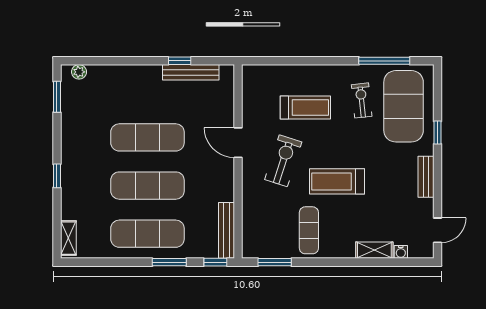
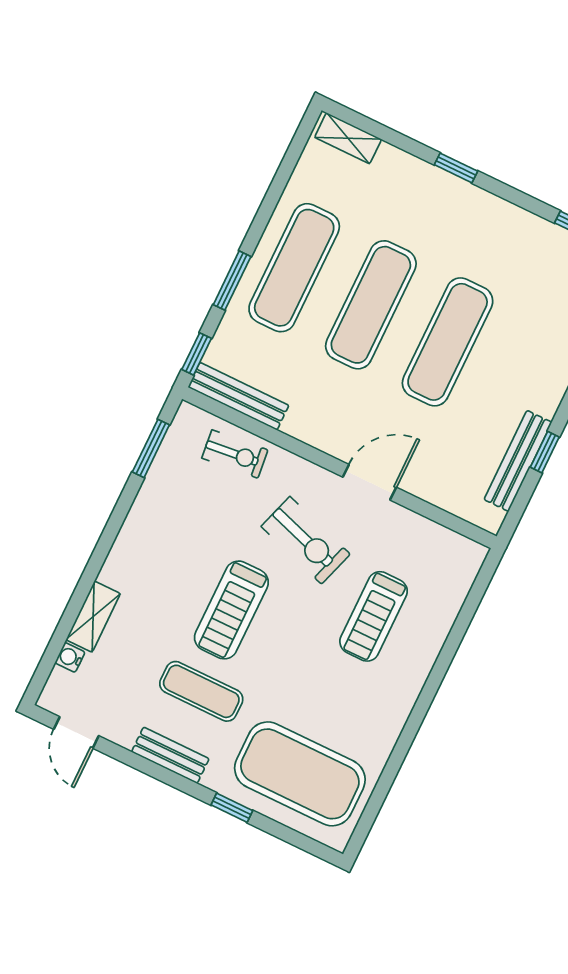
window: (384, 61) -> (387, 778), removed
exercise bike: (362, 100) -> (235, 454), moved
treadmill: (337, 181) -> (231, 610), turned 180
exercise mat: (309, 230) -> (201, 691), moved

